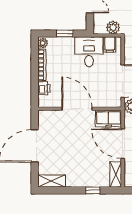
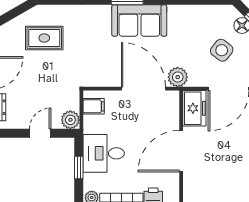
plant: (113, 27) -> (70, 120), moved
desk: (89, 52) -> (104, 153), moved

